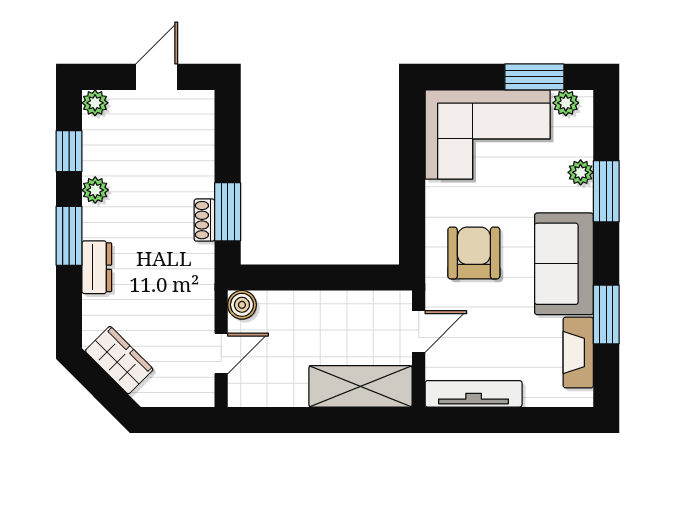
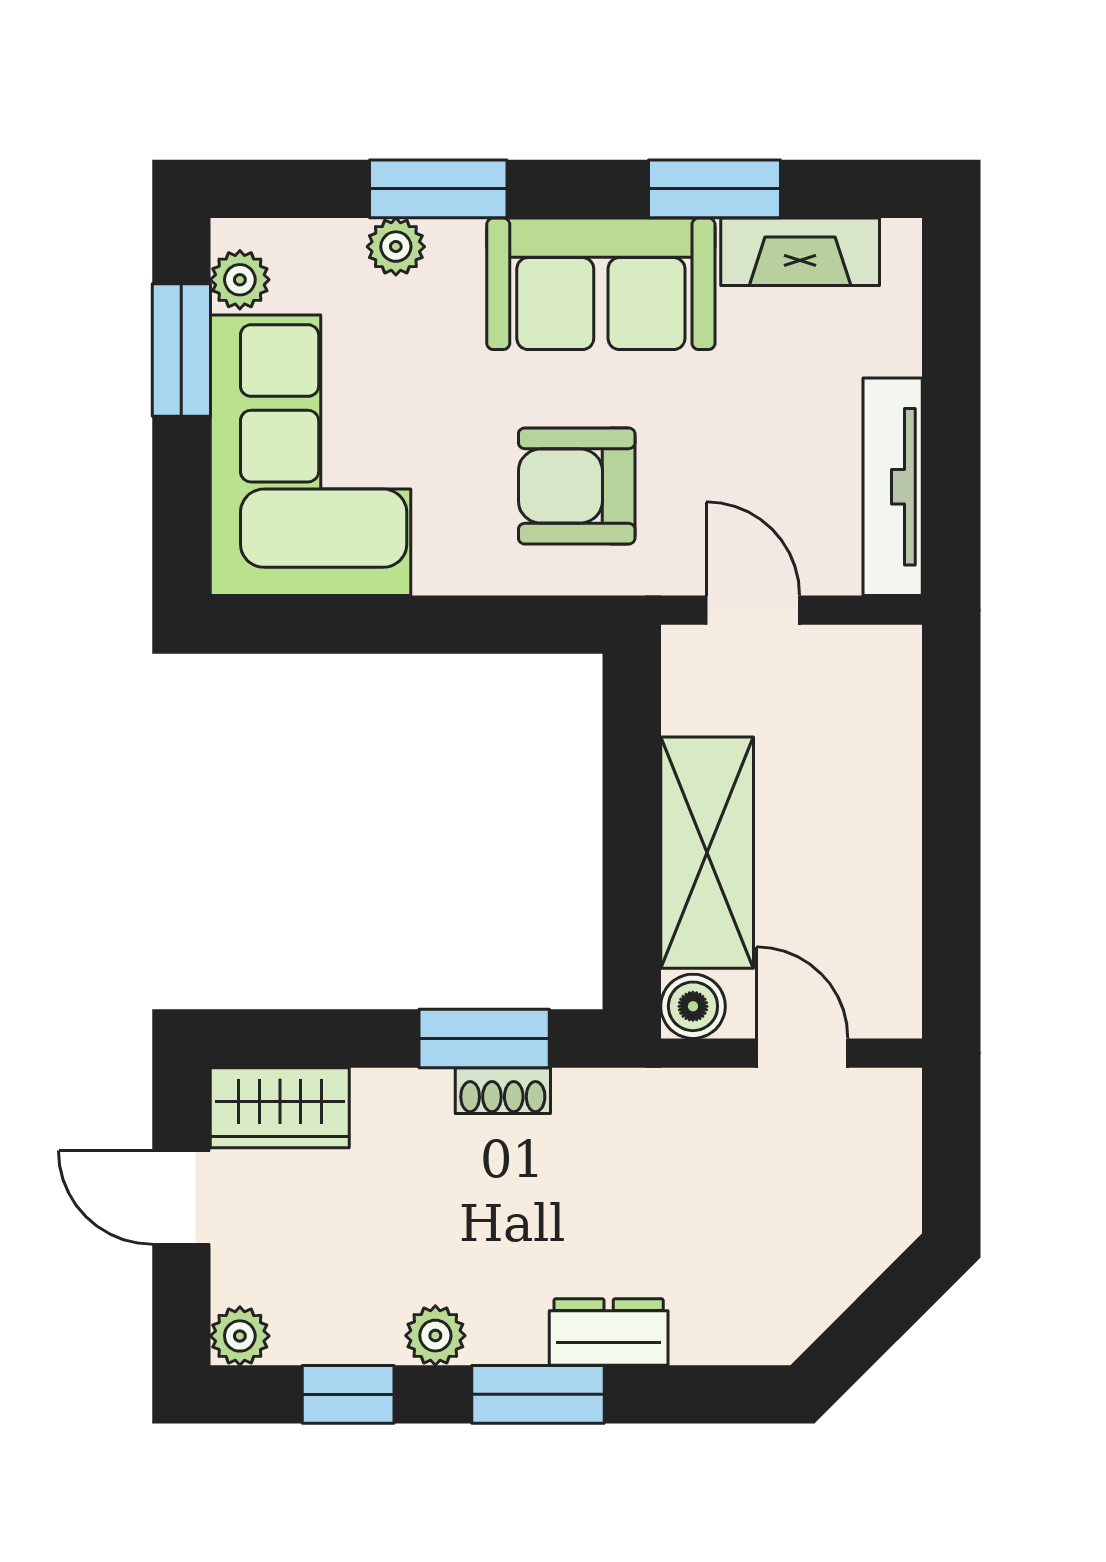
wardrobe: (119, 360) -> (280, 1108), moved, turned -135
shelving: (361, 386) -> (707, 853), moved

